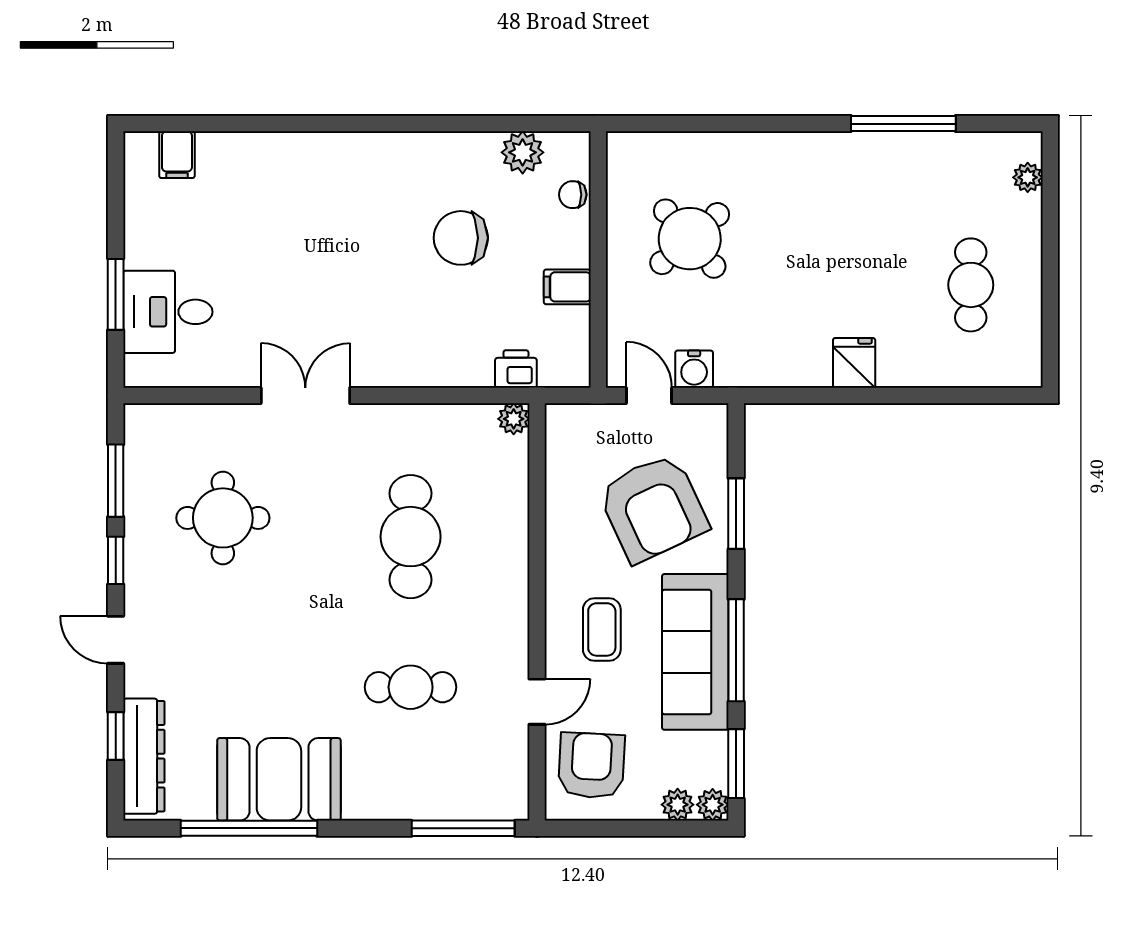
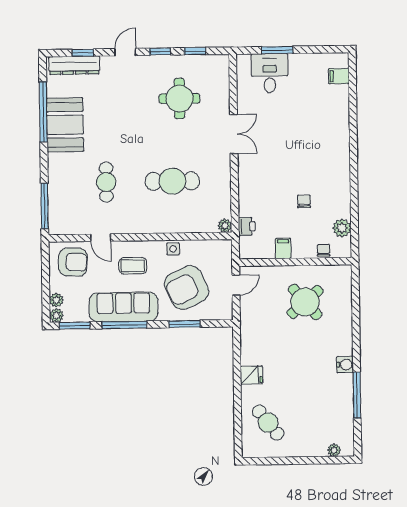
chair: (461, 238) -> (304, 201), width x0.54, depth x0.54
cafe table: (971, 285) -> (268, 423), moved, turned 52
water cooler: (694, 369) -> (345, 365), moved, turned 180
window: (116, 481) -> (195, 51), width x0.67
side table: (565, 537) -> (173, 249), added

